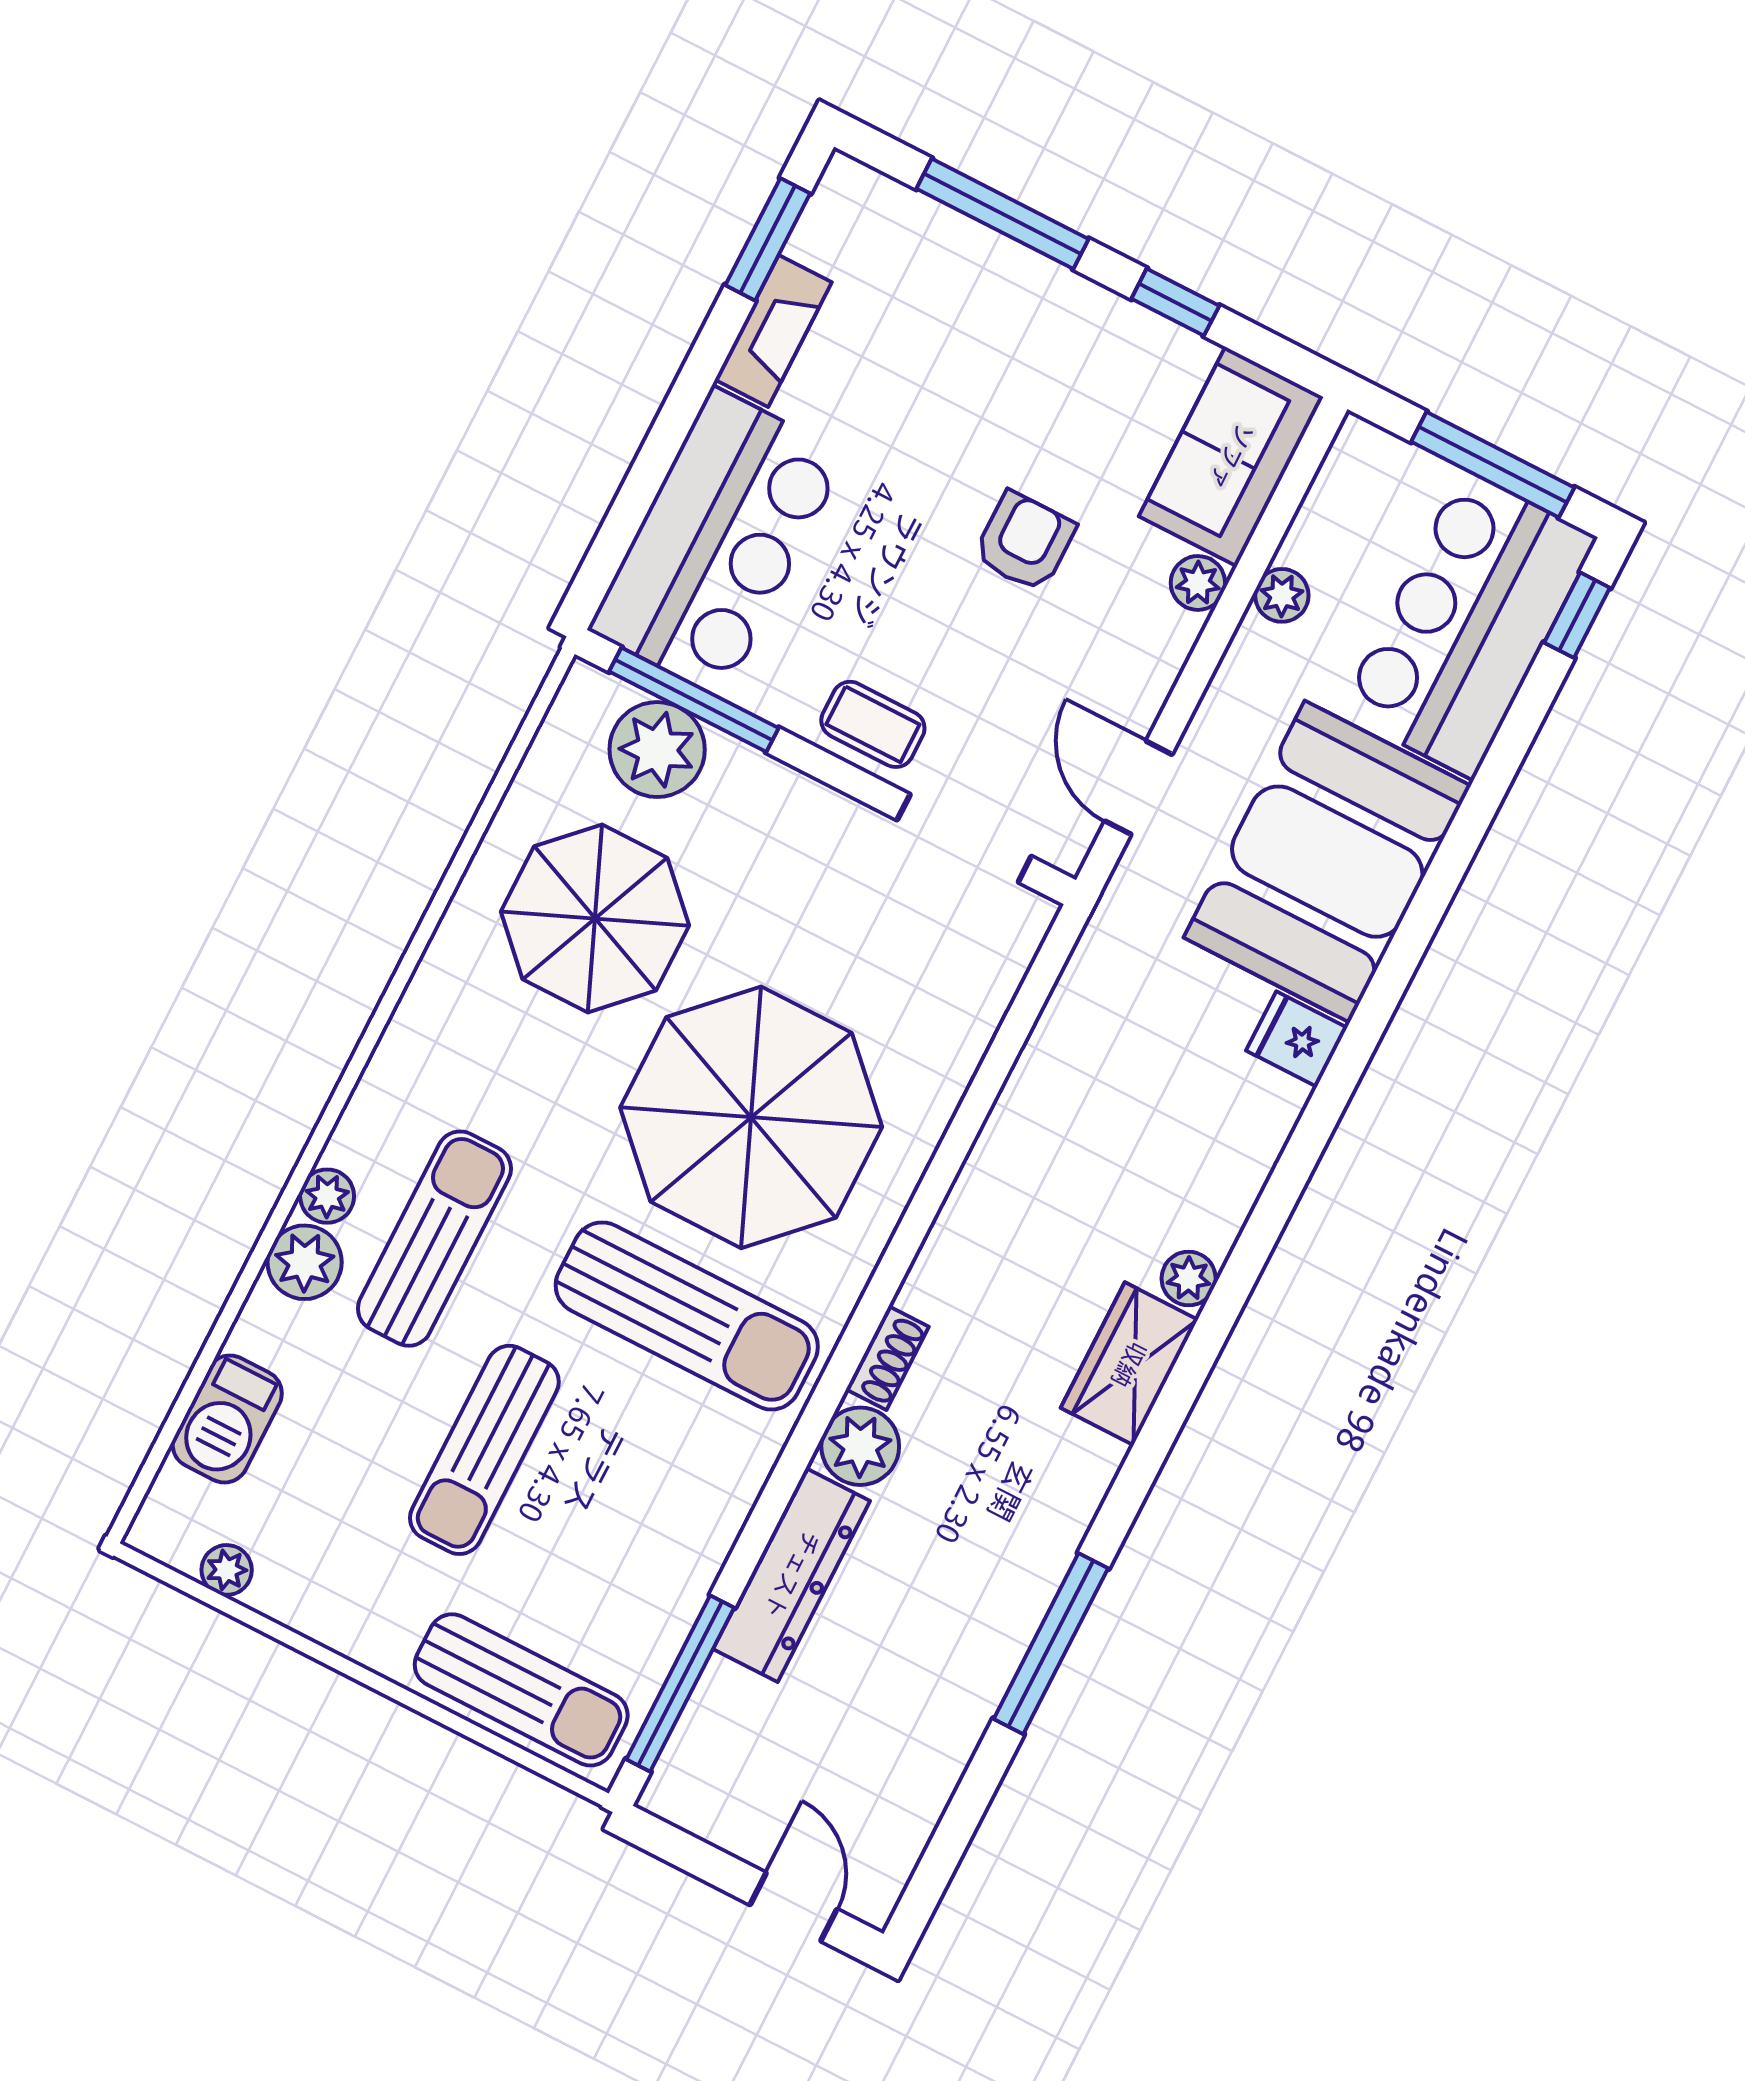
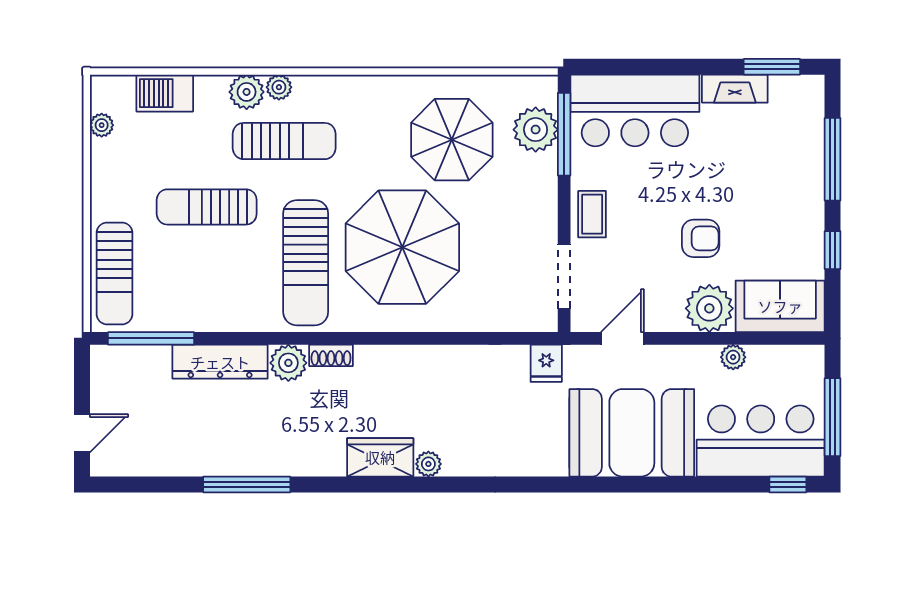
plant: (1198, 583) -> (709, 308), width x1.87, depth x1.87
fridge: (1297, 1039) -> (546, 363), moved, turned 180

